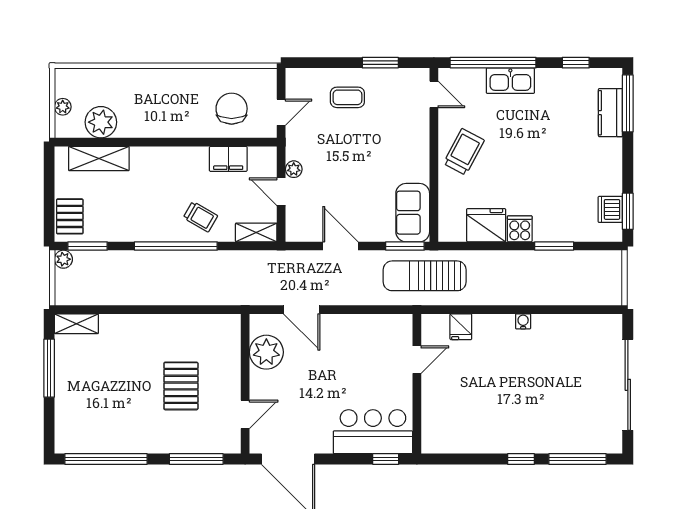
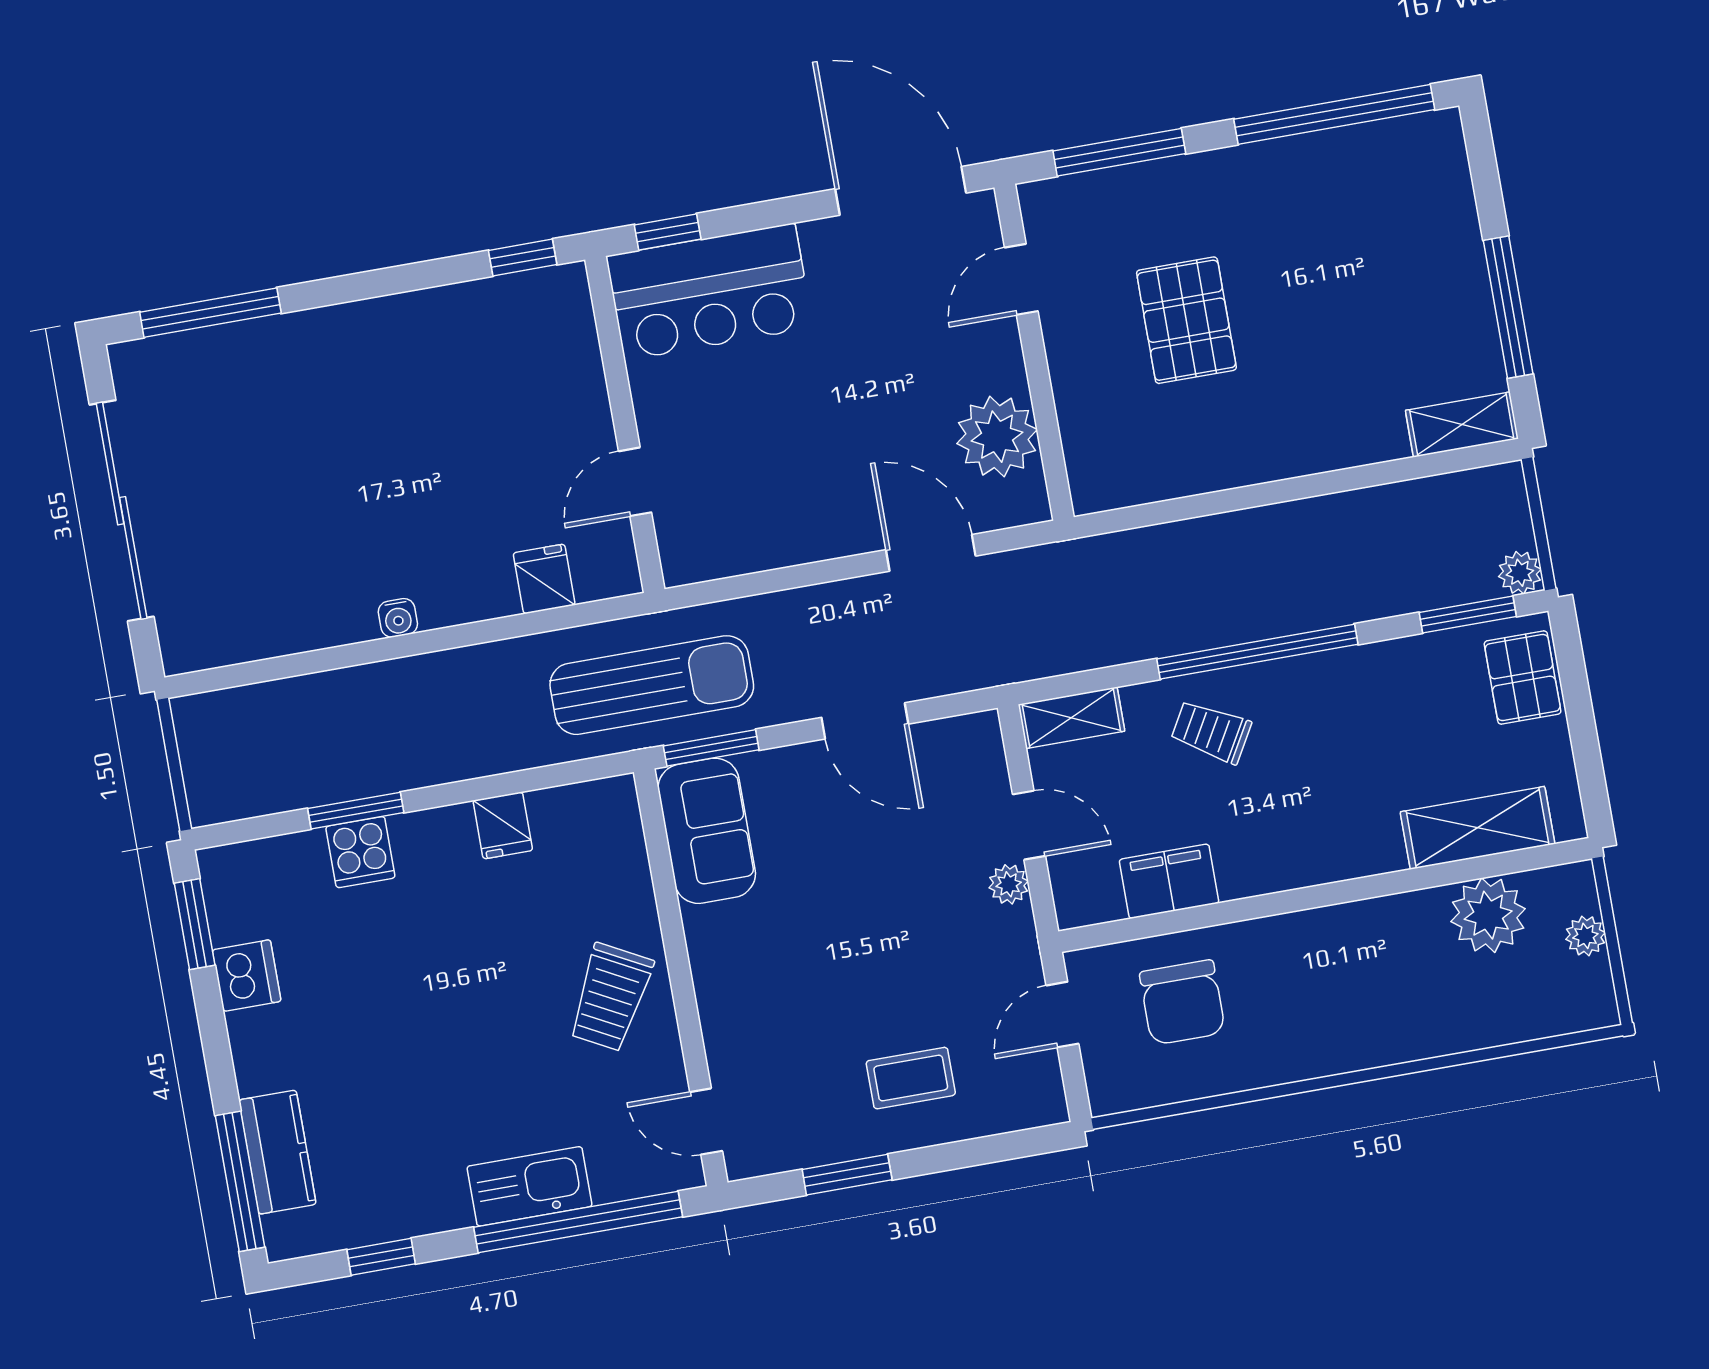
dishwasher: (610, 209) -> (247, 976), moved
fridge: (486, 225) -> (503, 825), width x0.53, depth x0.75
cooker: (520, 229) -> (360, 852), moved
window: (521, 459) -> (523, 258), moved

